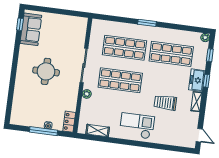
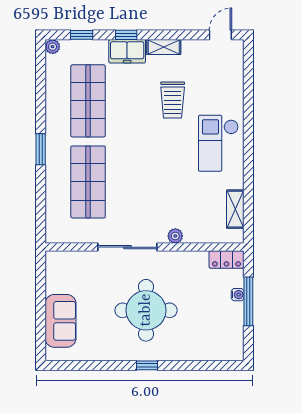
window: (20, 24) -> (147, 365), moved
sofa: (31, 29) -> (61, 321), moved, turned 90
round table: (46, 71) -> (146, 310), width x1.36, depth x1.36
shop shelf: (120, 80) -> (145, 182), removed

